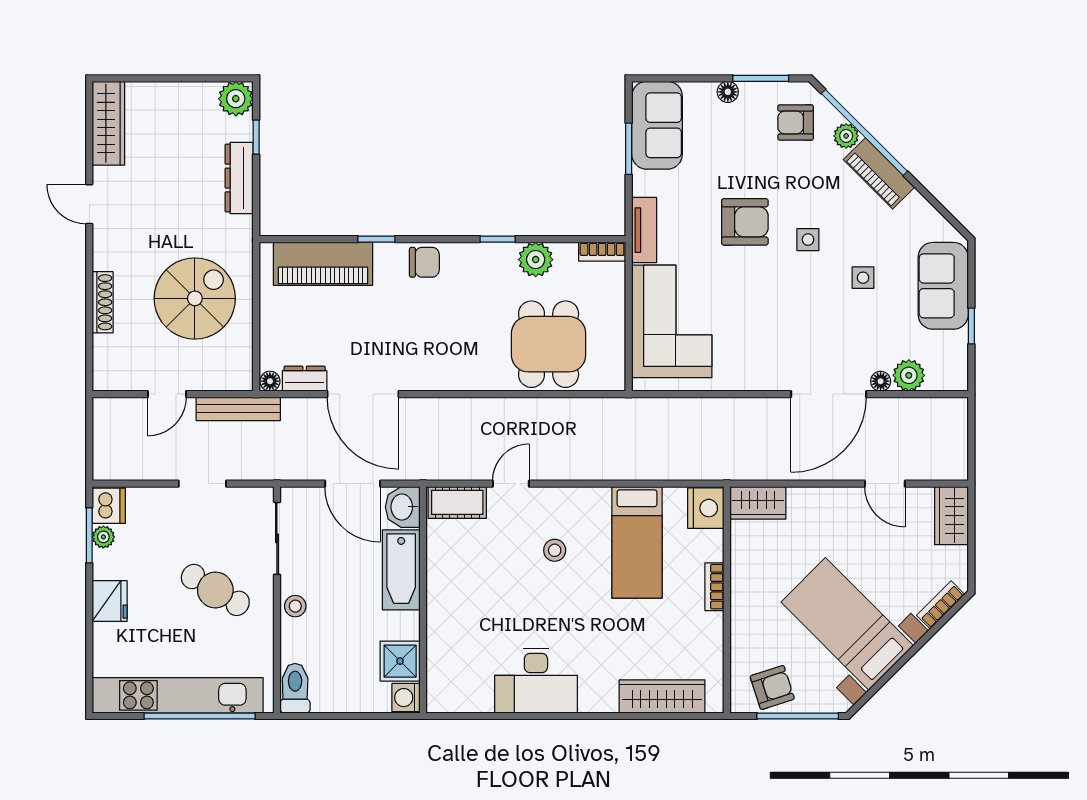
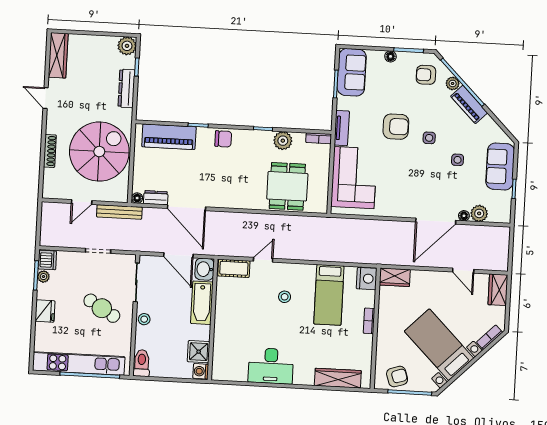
spiral stairs: (195, 298) -> (99, 152), width x1.37, depth x1.37

